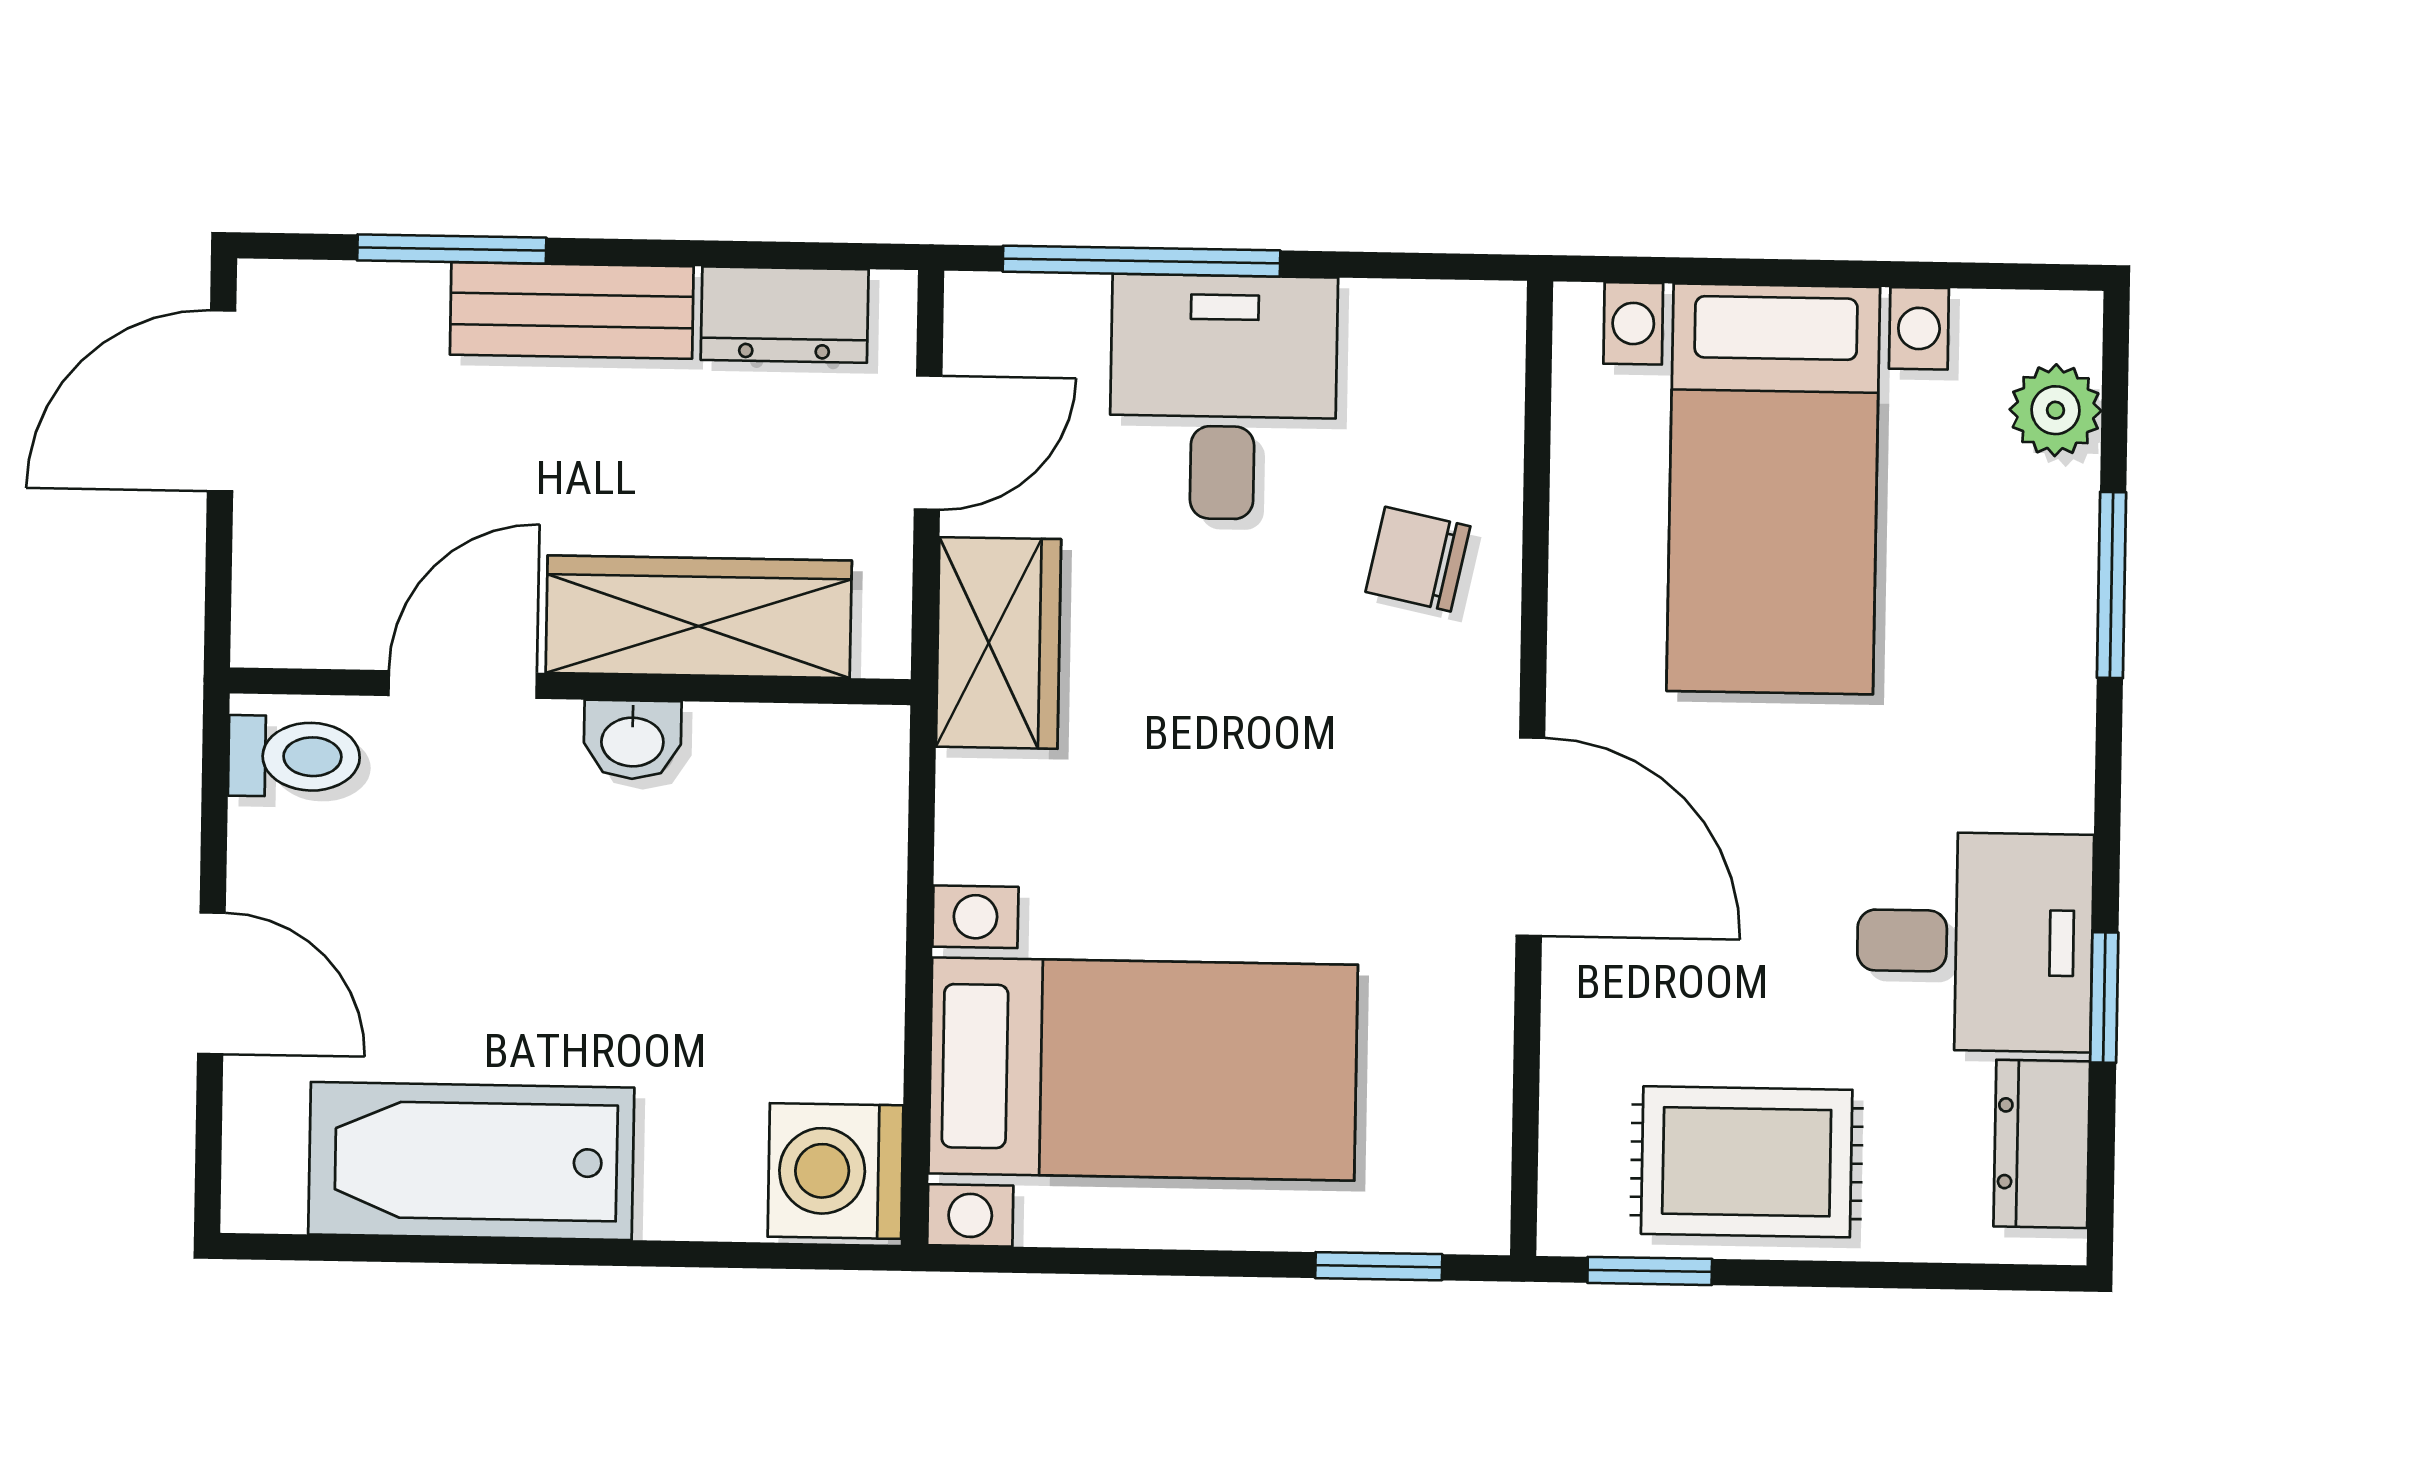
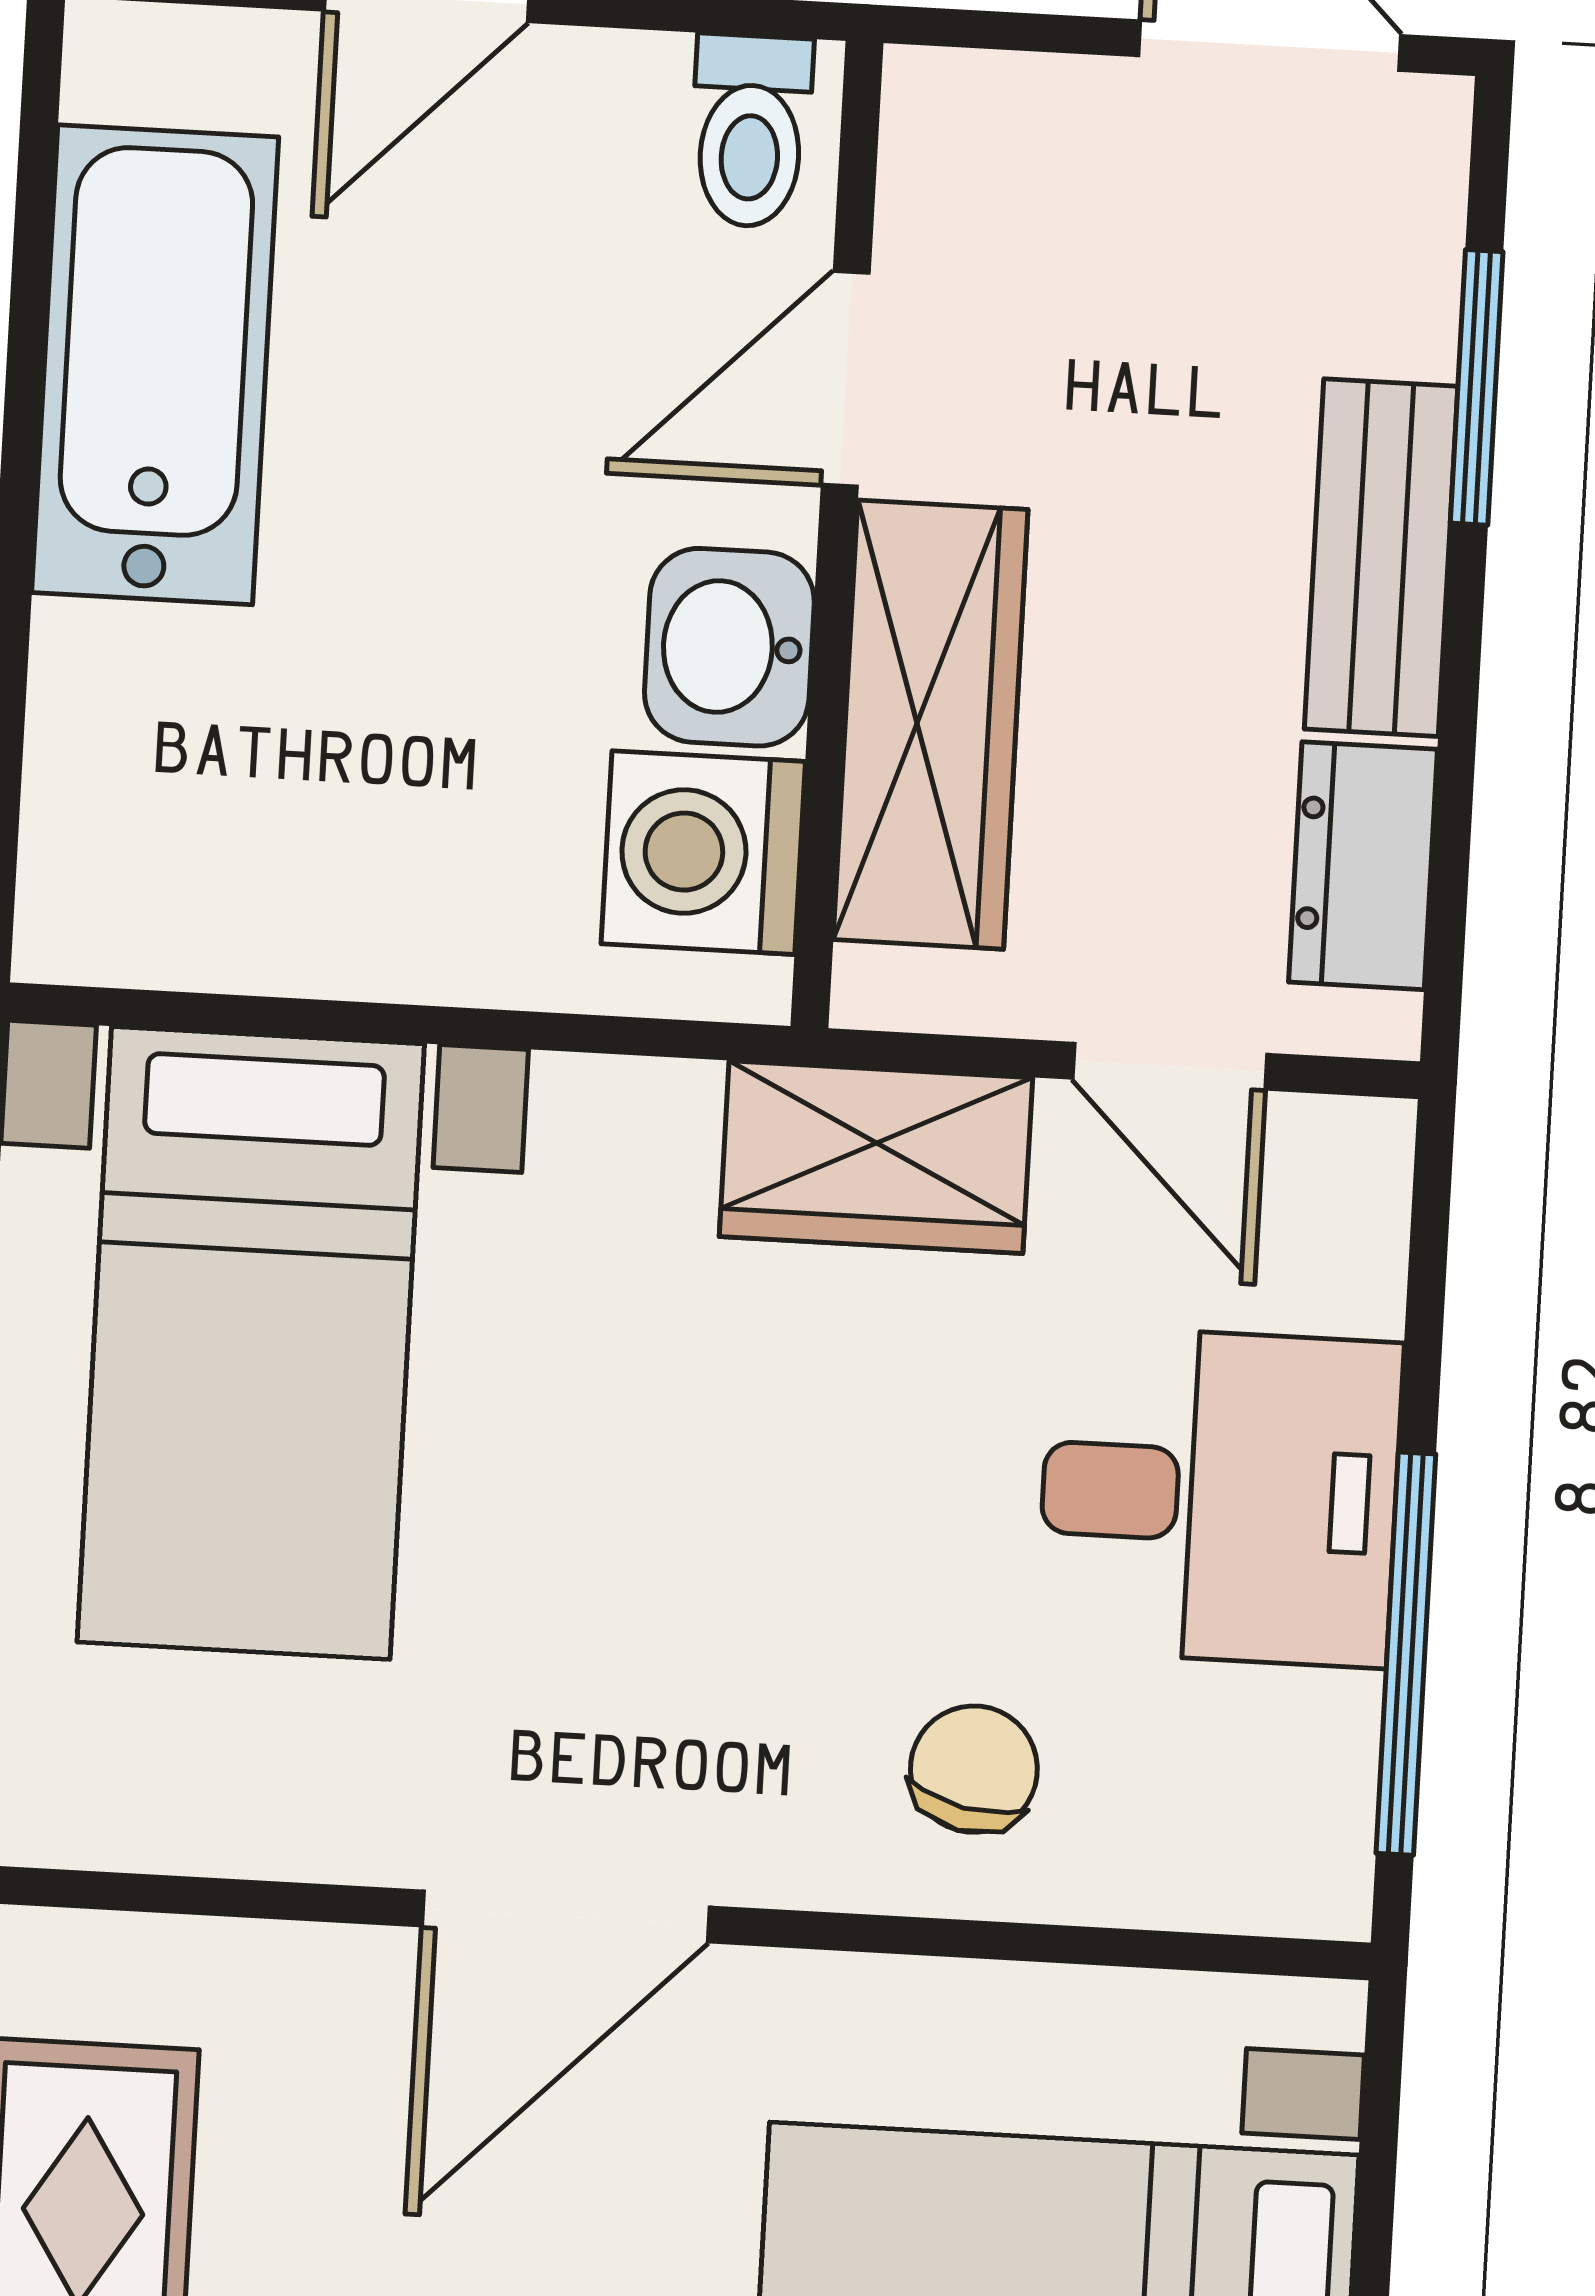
window: (1142, 261) -> (1406, 1654), moved
door: (463, 684) -> (846, 379), swing flipped
washbasin: (632, 740) -> (729, 647), width x1.38, depth x1.45
washing machine: (835, 1171) -> (703, 853), moved, turned -90

